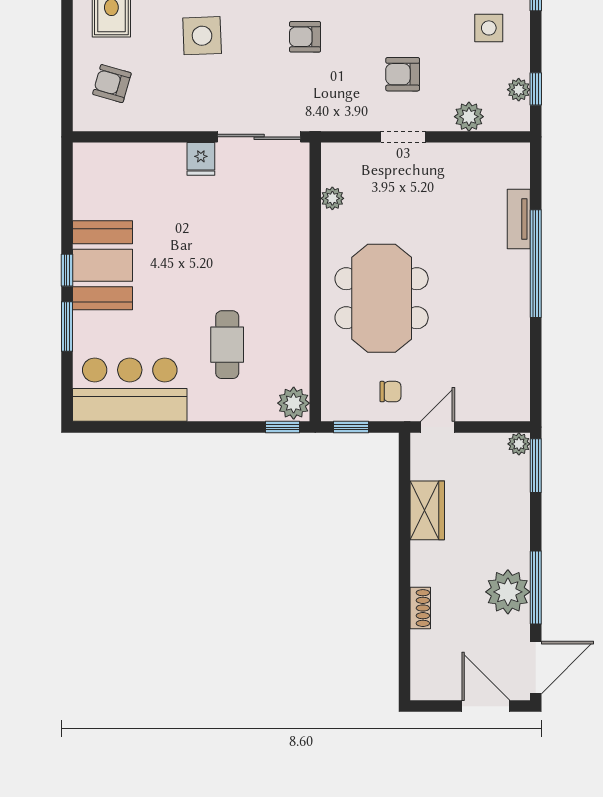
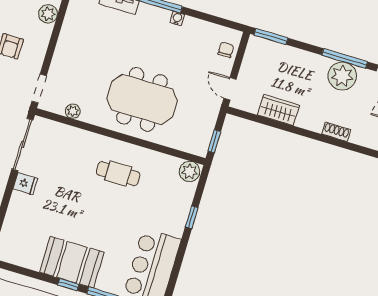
doorway: (403, 137) -> (39, 88), moved
water cooler: (521, 315) -> (177, 18), added
cafe table: (227, 345) -> (118, 173), moved
chair: (390, 392) -> (226, 50), moved
window: (283, 427) -> (192, 217), moved
plant: (519, 444) -> (255, 43), removed

